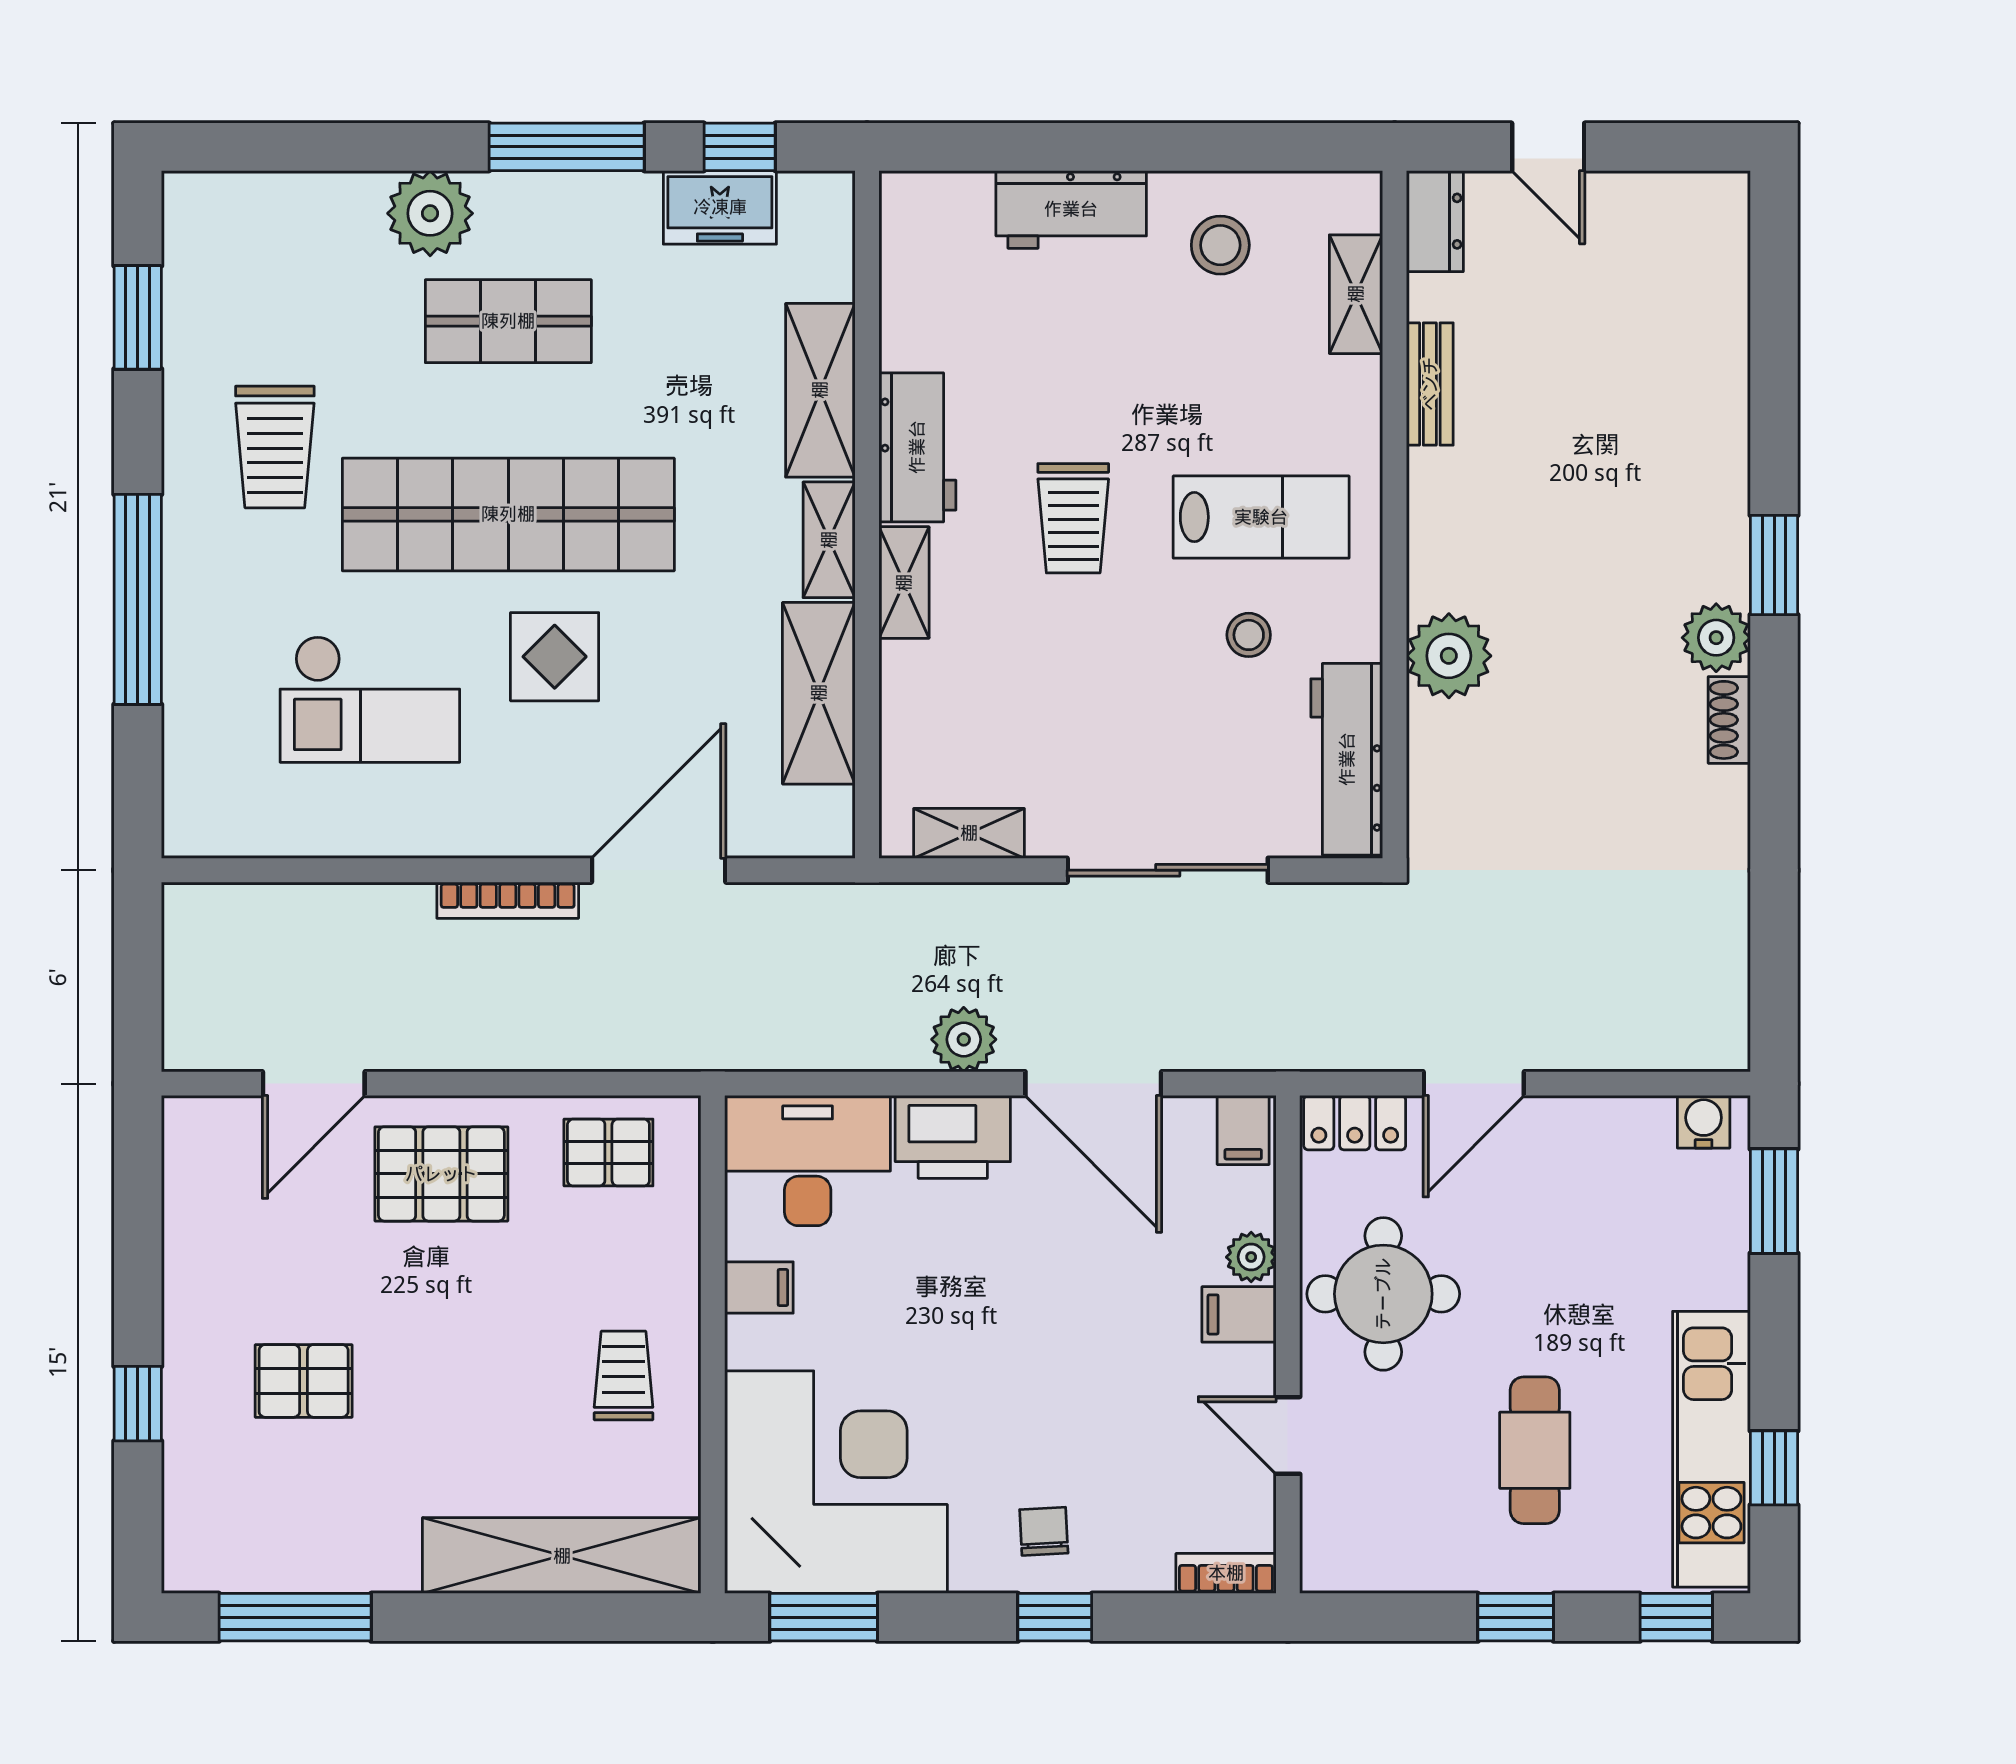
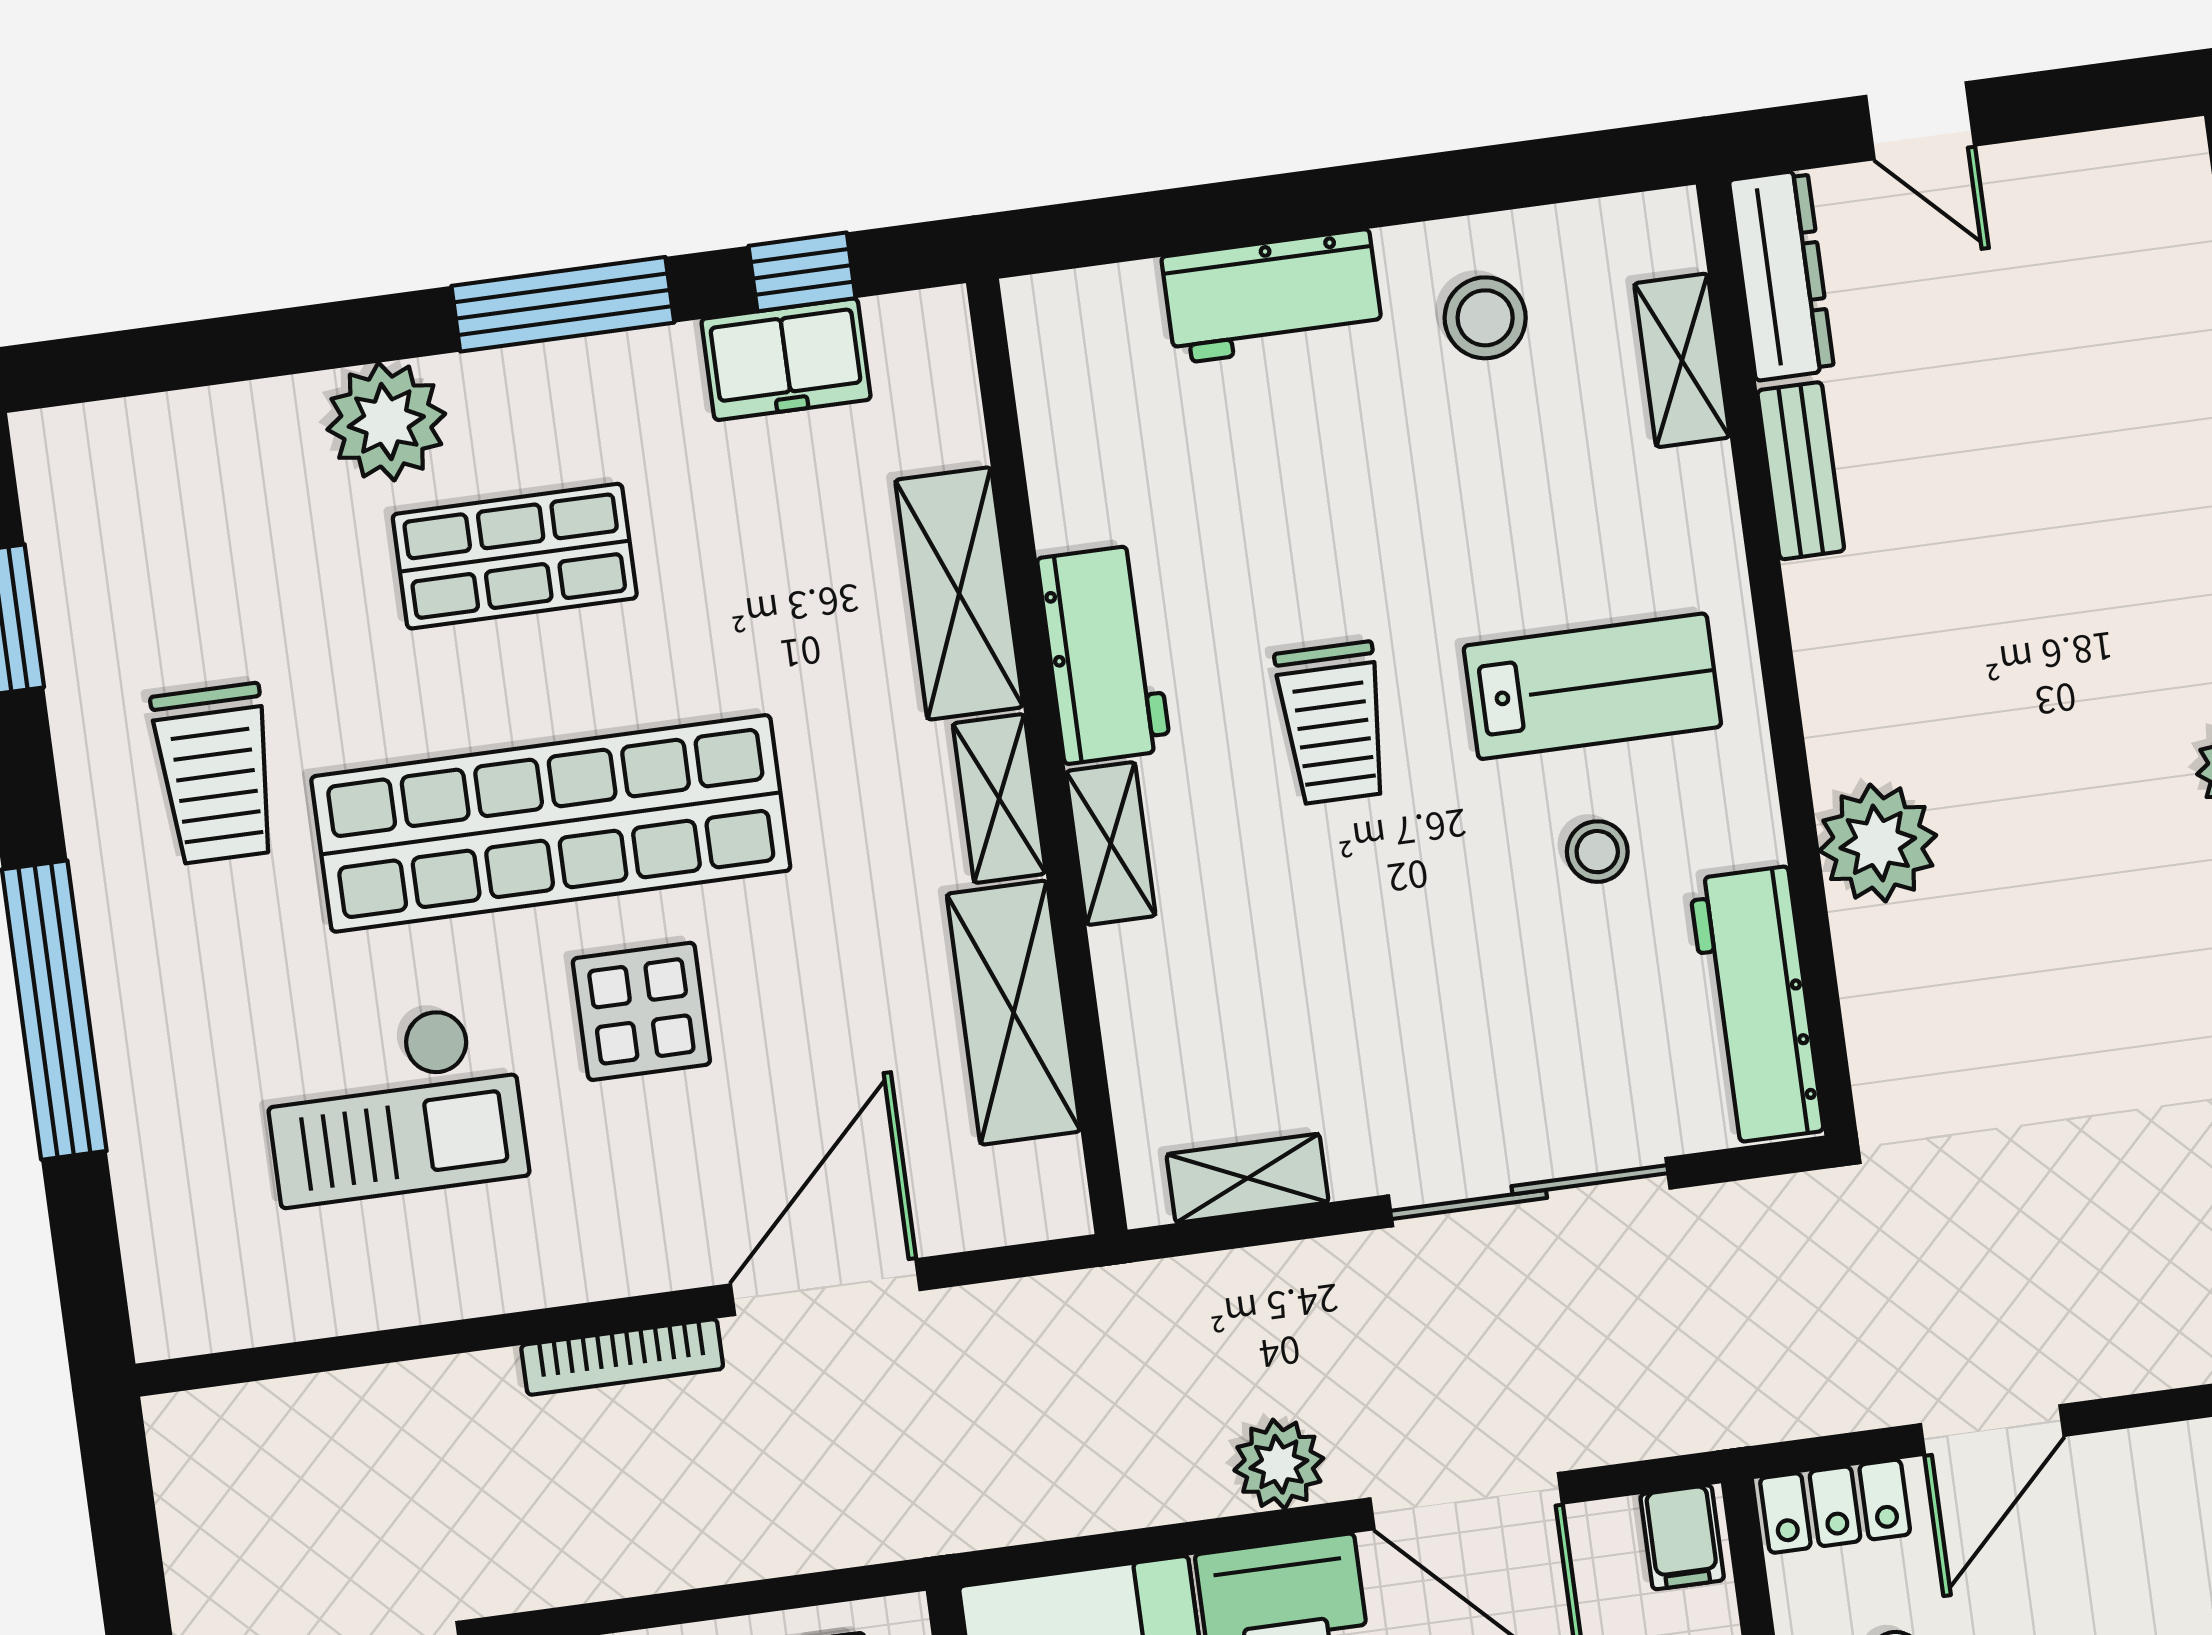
dresser: (1435, 221) -> (1781, 275), width x1.44

